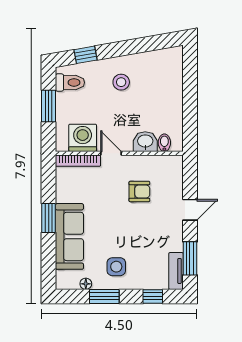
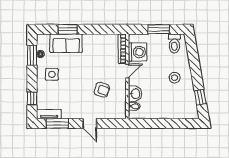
window: (86, 55) -> (200, 97), moved
armchair: (139, 191) -> (102, 90), turned -72
window: (49, 218) -> (68, 29), moved
sofa: (69, 236) -> (66, 43), width x0.73
window: (104, 296) -> (32, 55), moved

